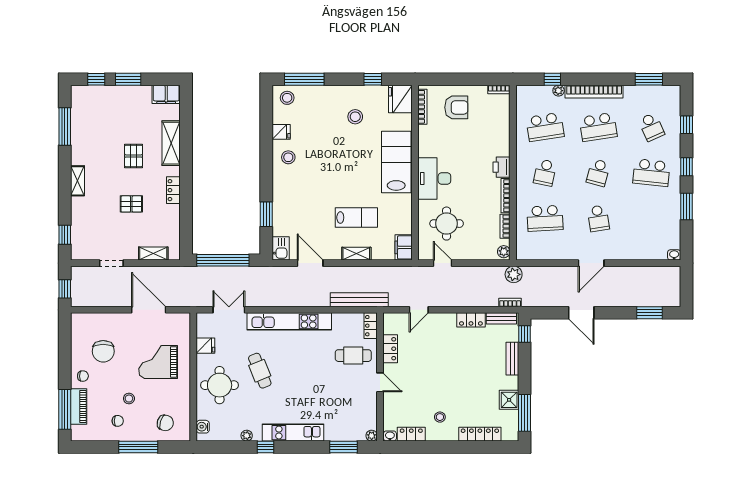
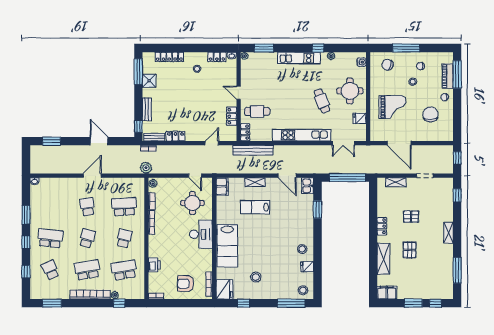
printer: (501, 167) -> (154, 265), moved

